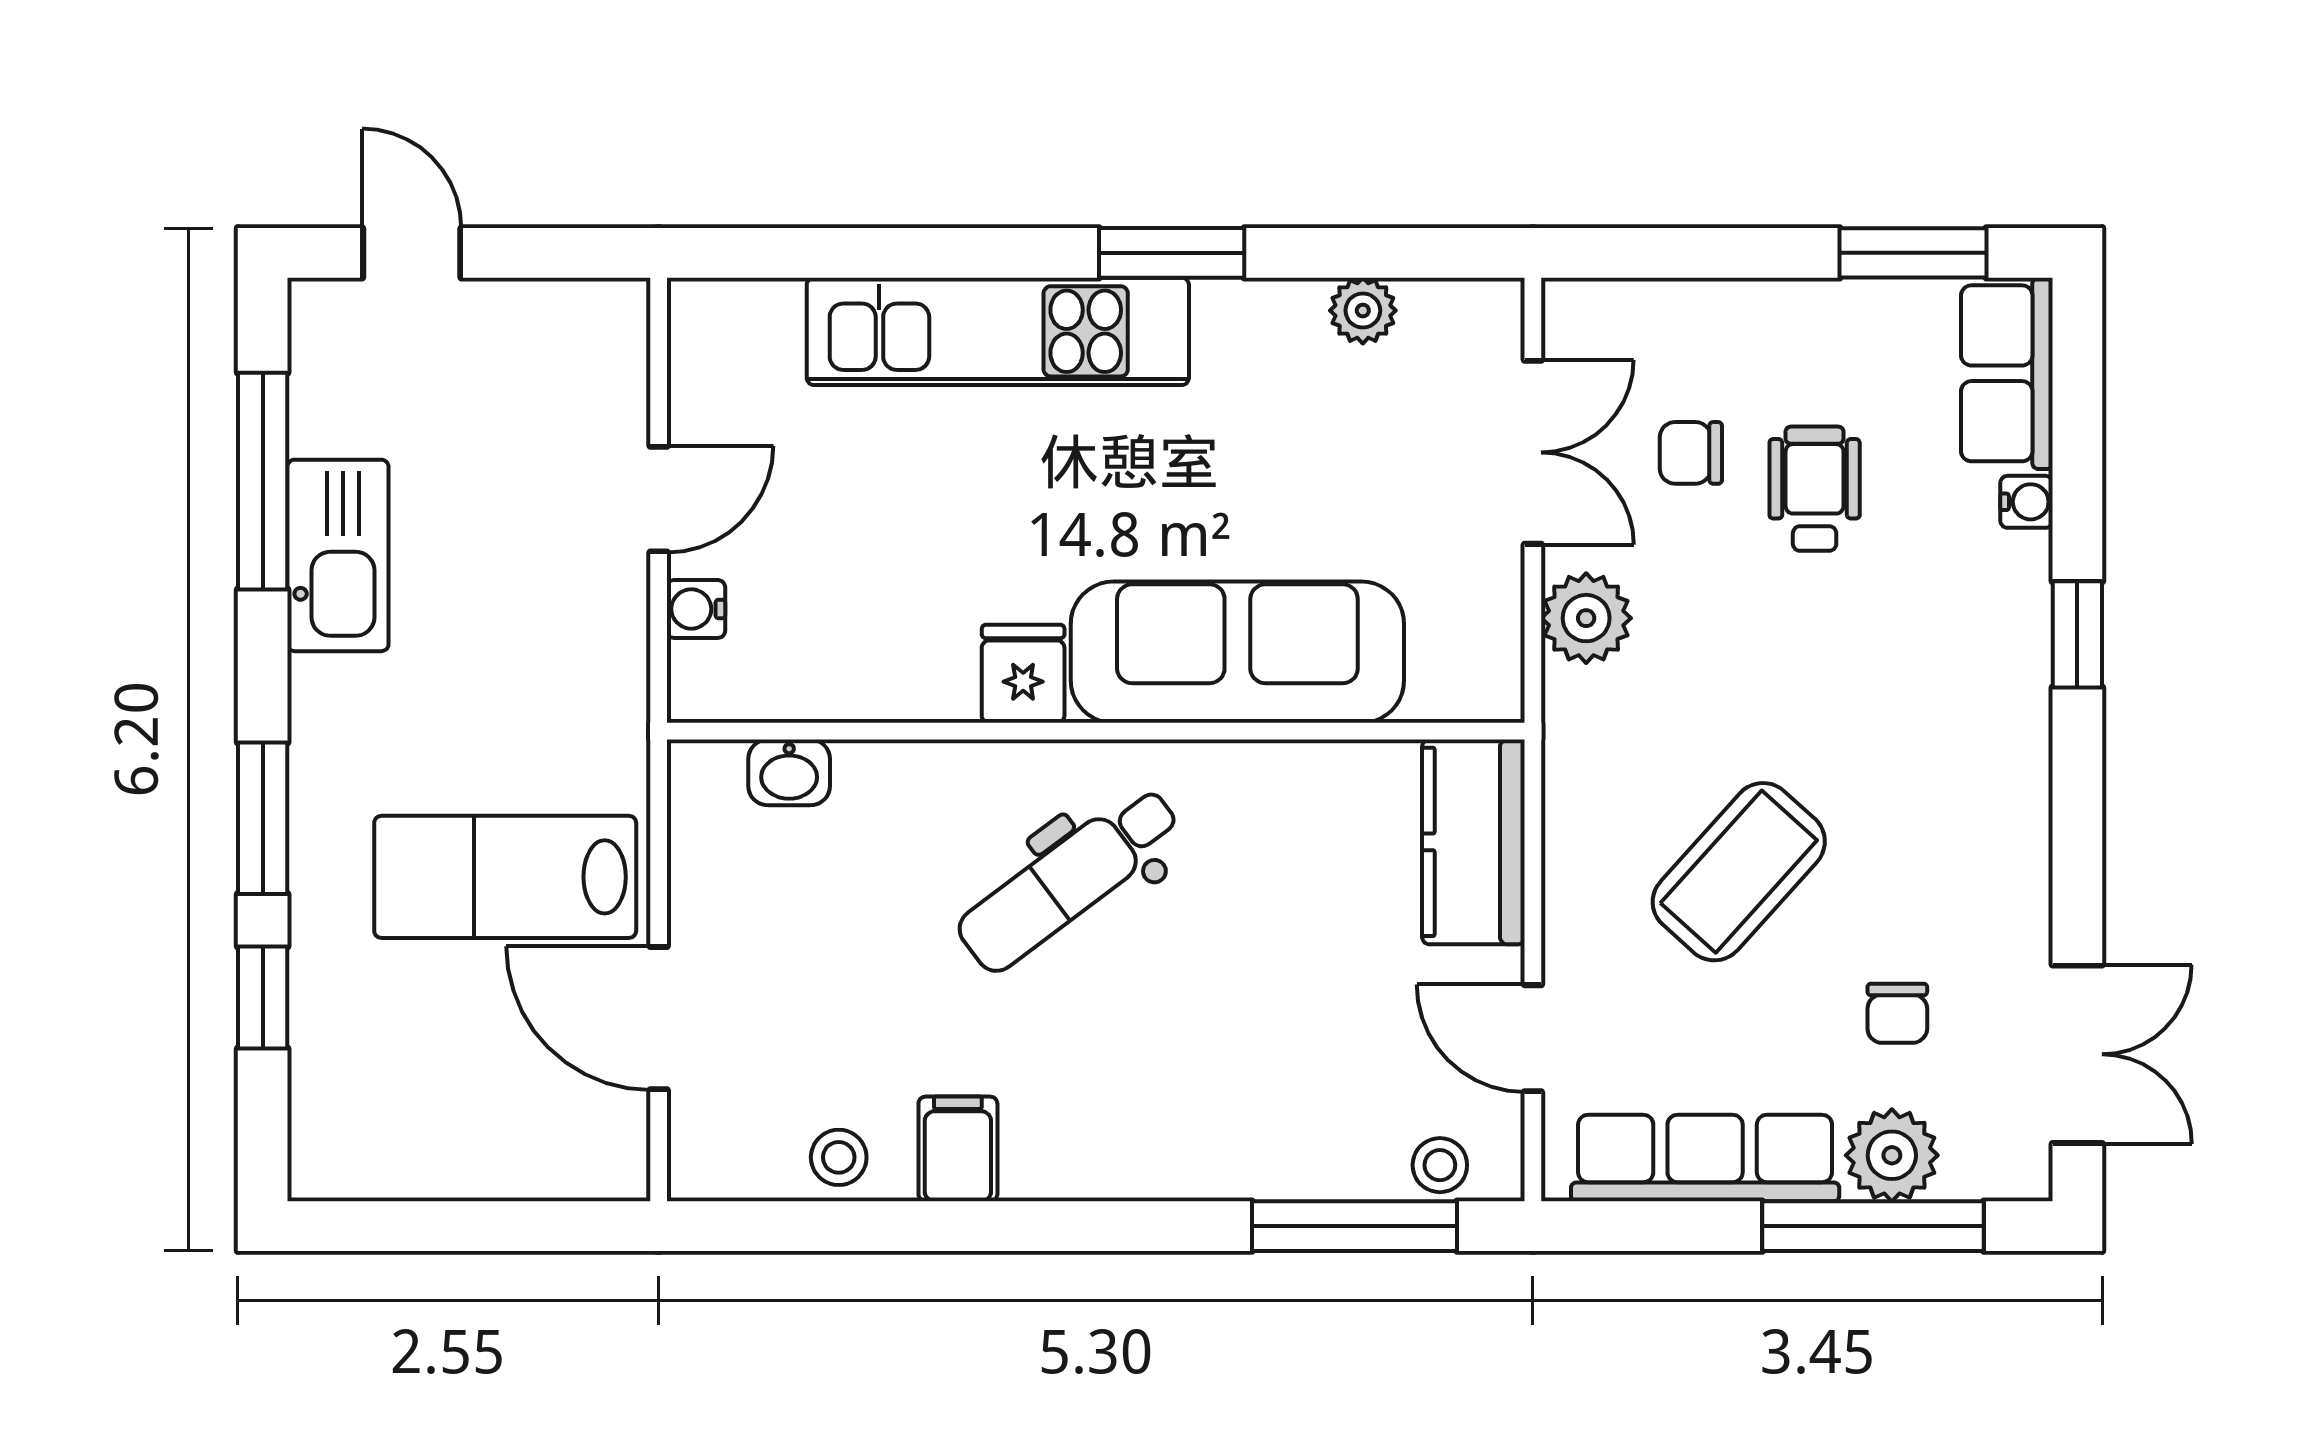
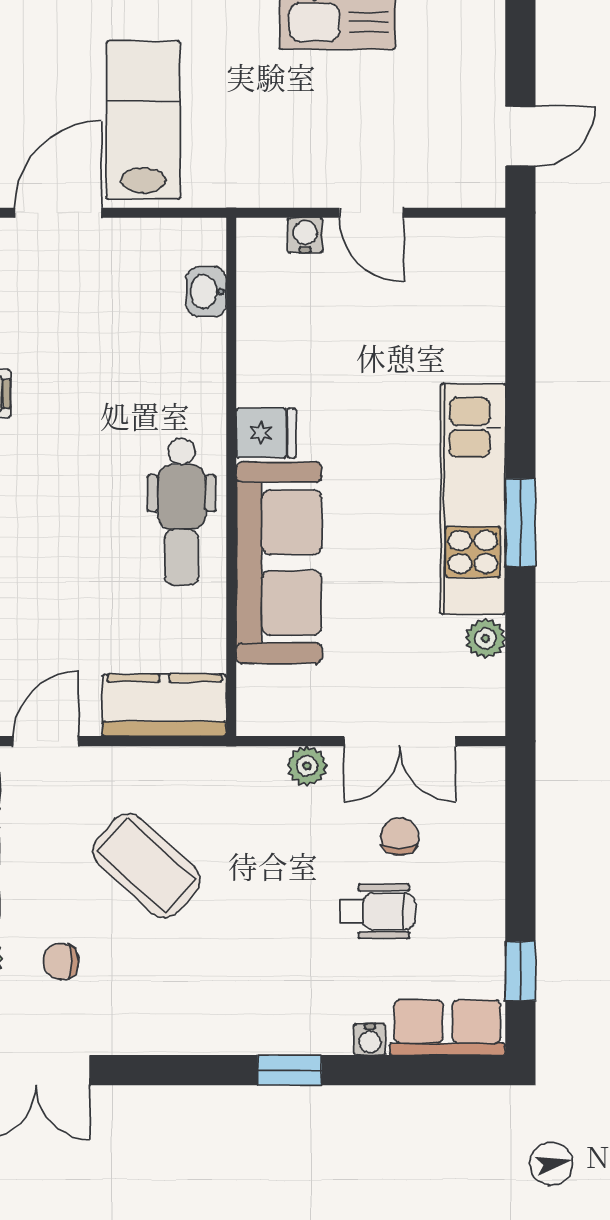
door: (412, 253) -> (520, 136), moved
window: (1913, 253) -> (520, 971), width x0.67
kitchen unit: (998, 331) -> (473, 499), moved
plant: (1586, 618) -> (307, 766), width x0.73, depth x0.73
dental chair: (1069, 879) -> (182, 512), moved, turned -143

